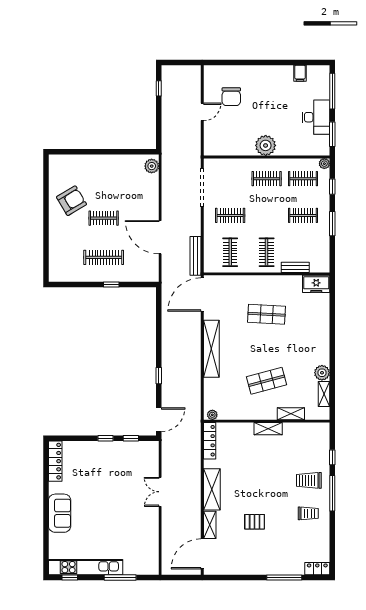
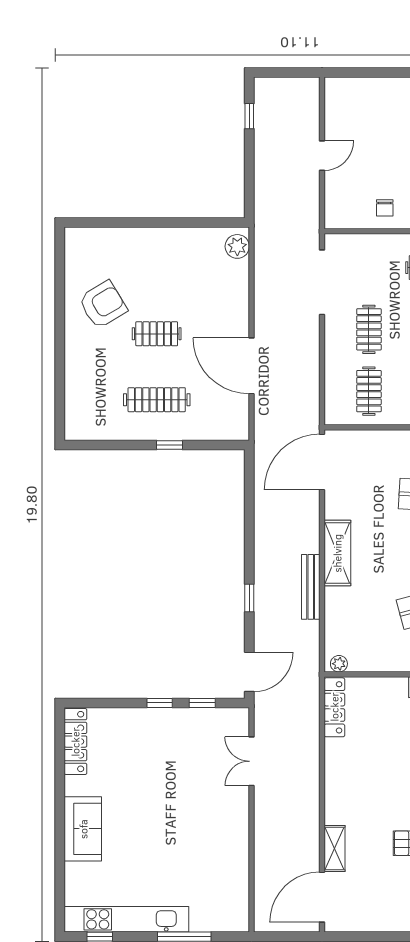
chair: (231, 97) -> (385, 208), moved, width x0.54, depth x0.54
clothes rail: (230, 215) -> (369, 329), turned 90
bench: (195, 256) -> (311, 587), moved
shelving: (211, 349) -> (337, 553), width x0.68
shelving: (212, 489) -> (338, 789), removed
double door: (160, 492) -> (251, 761), moved

